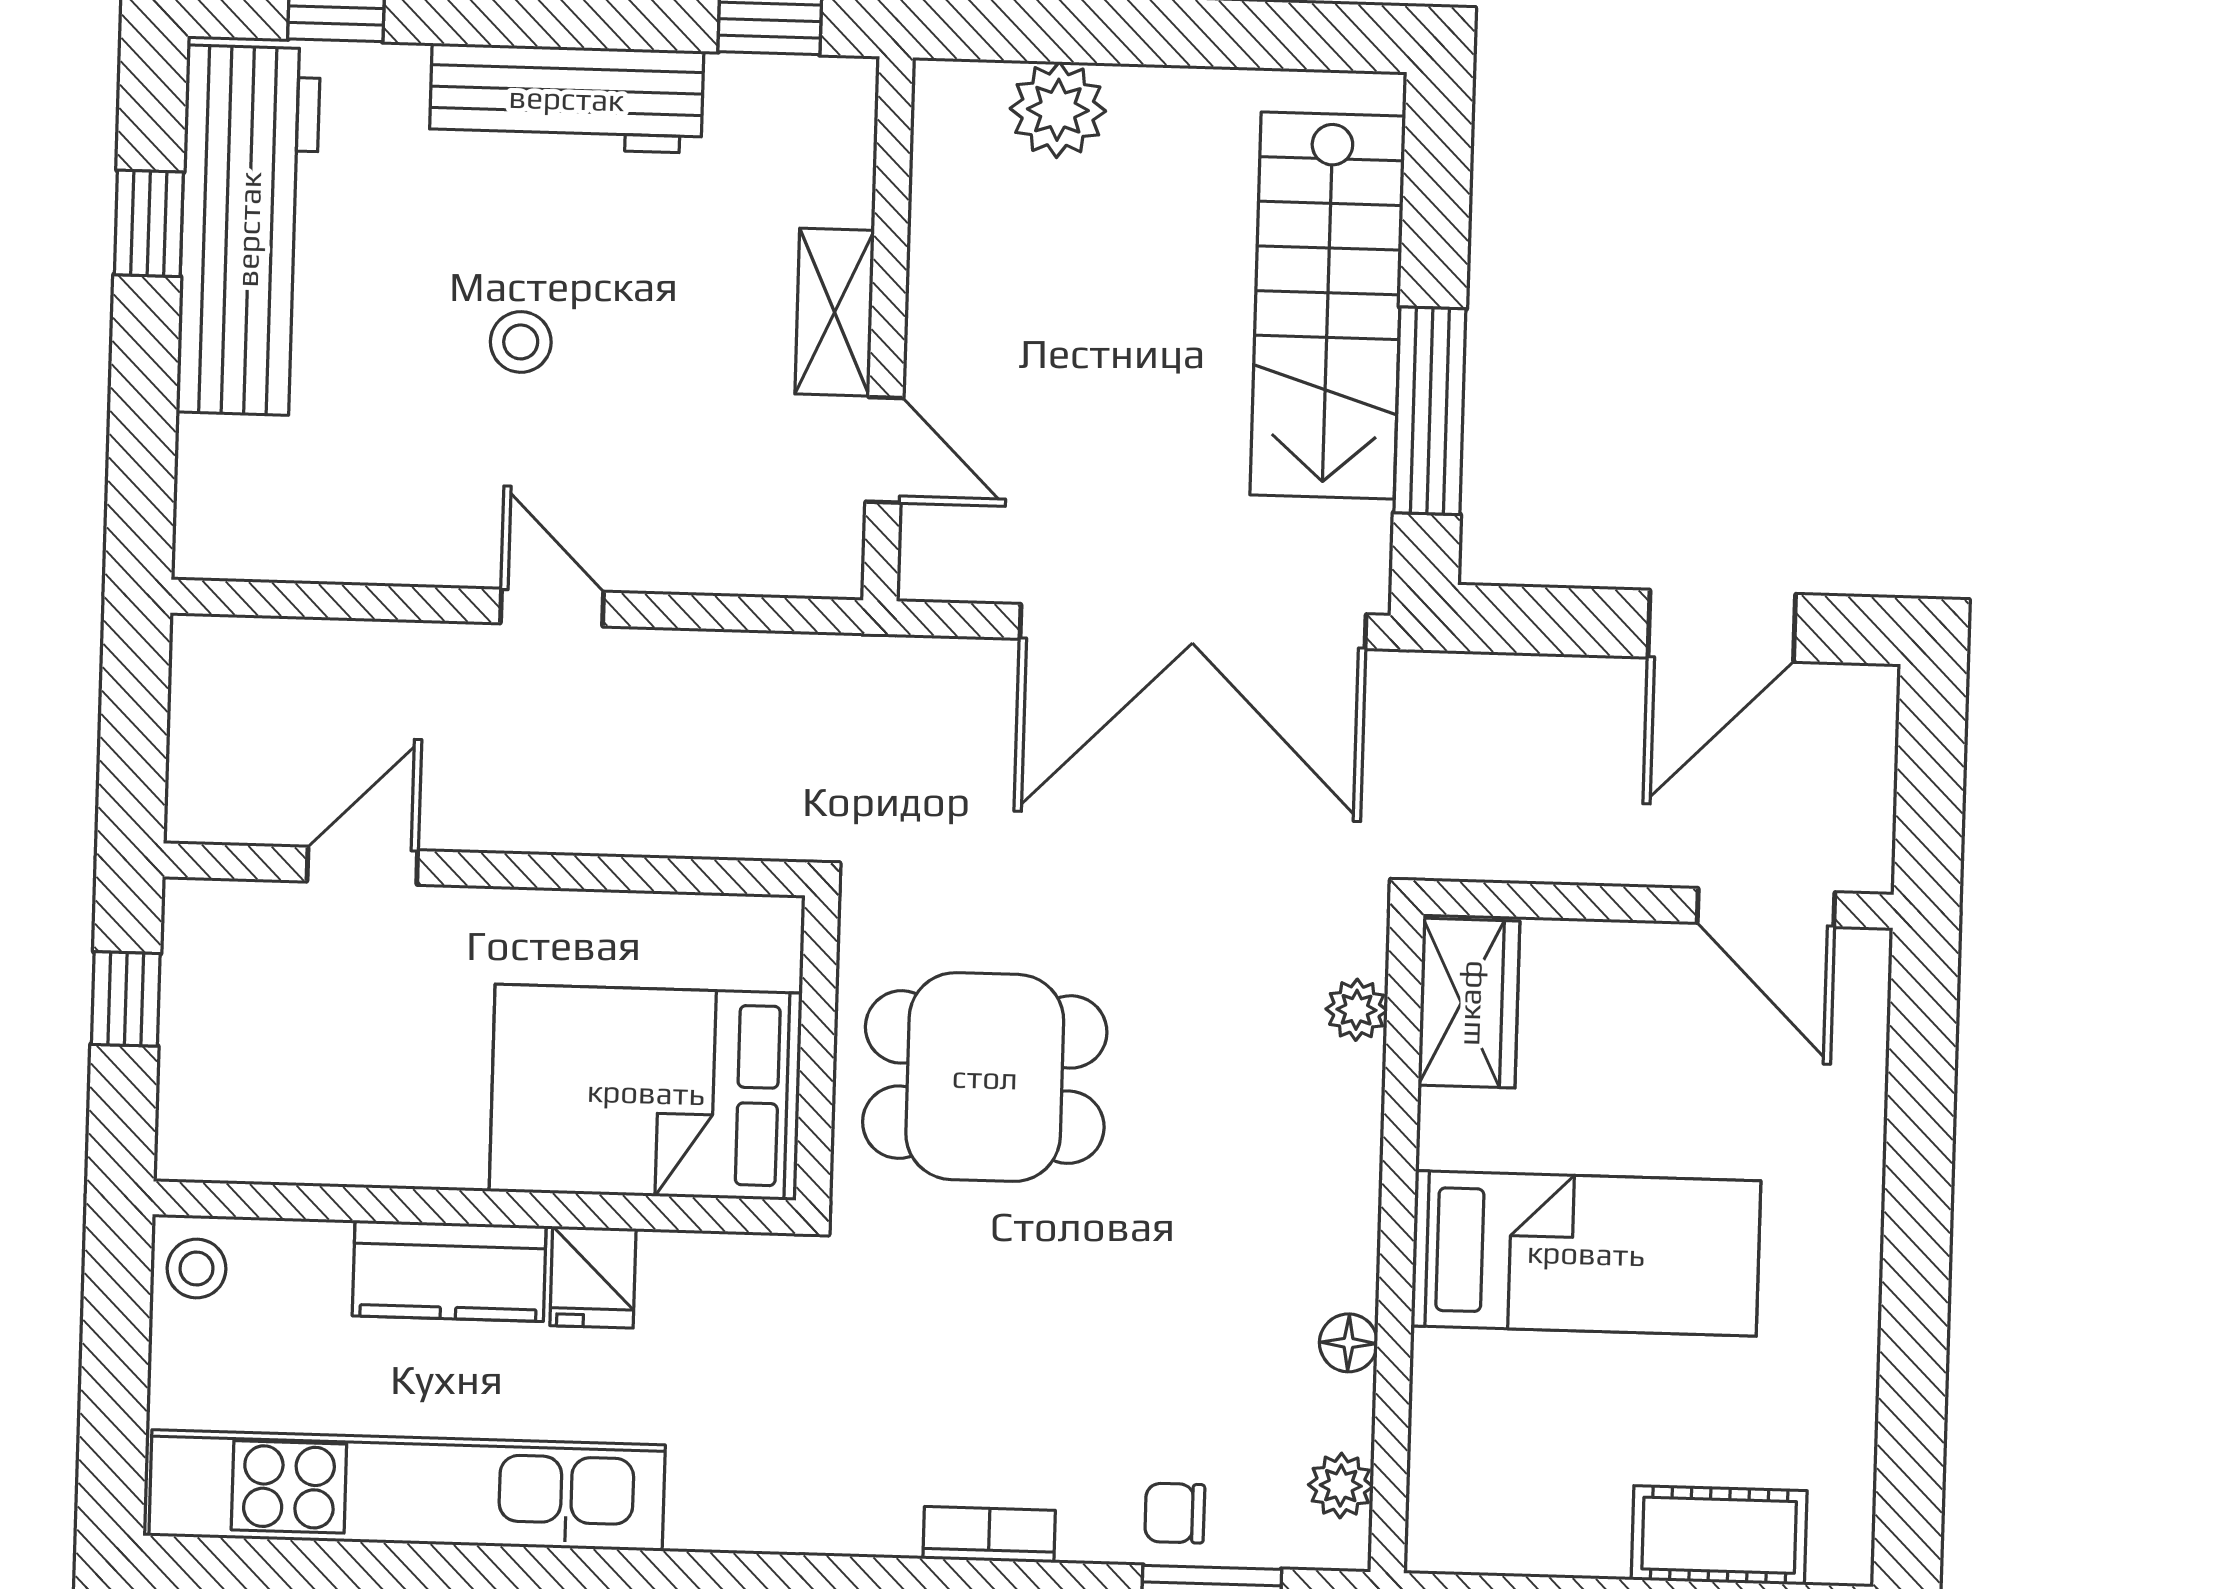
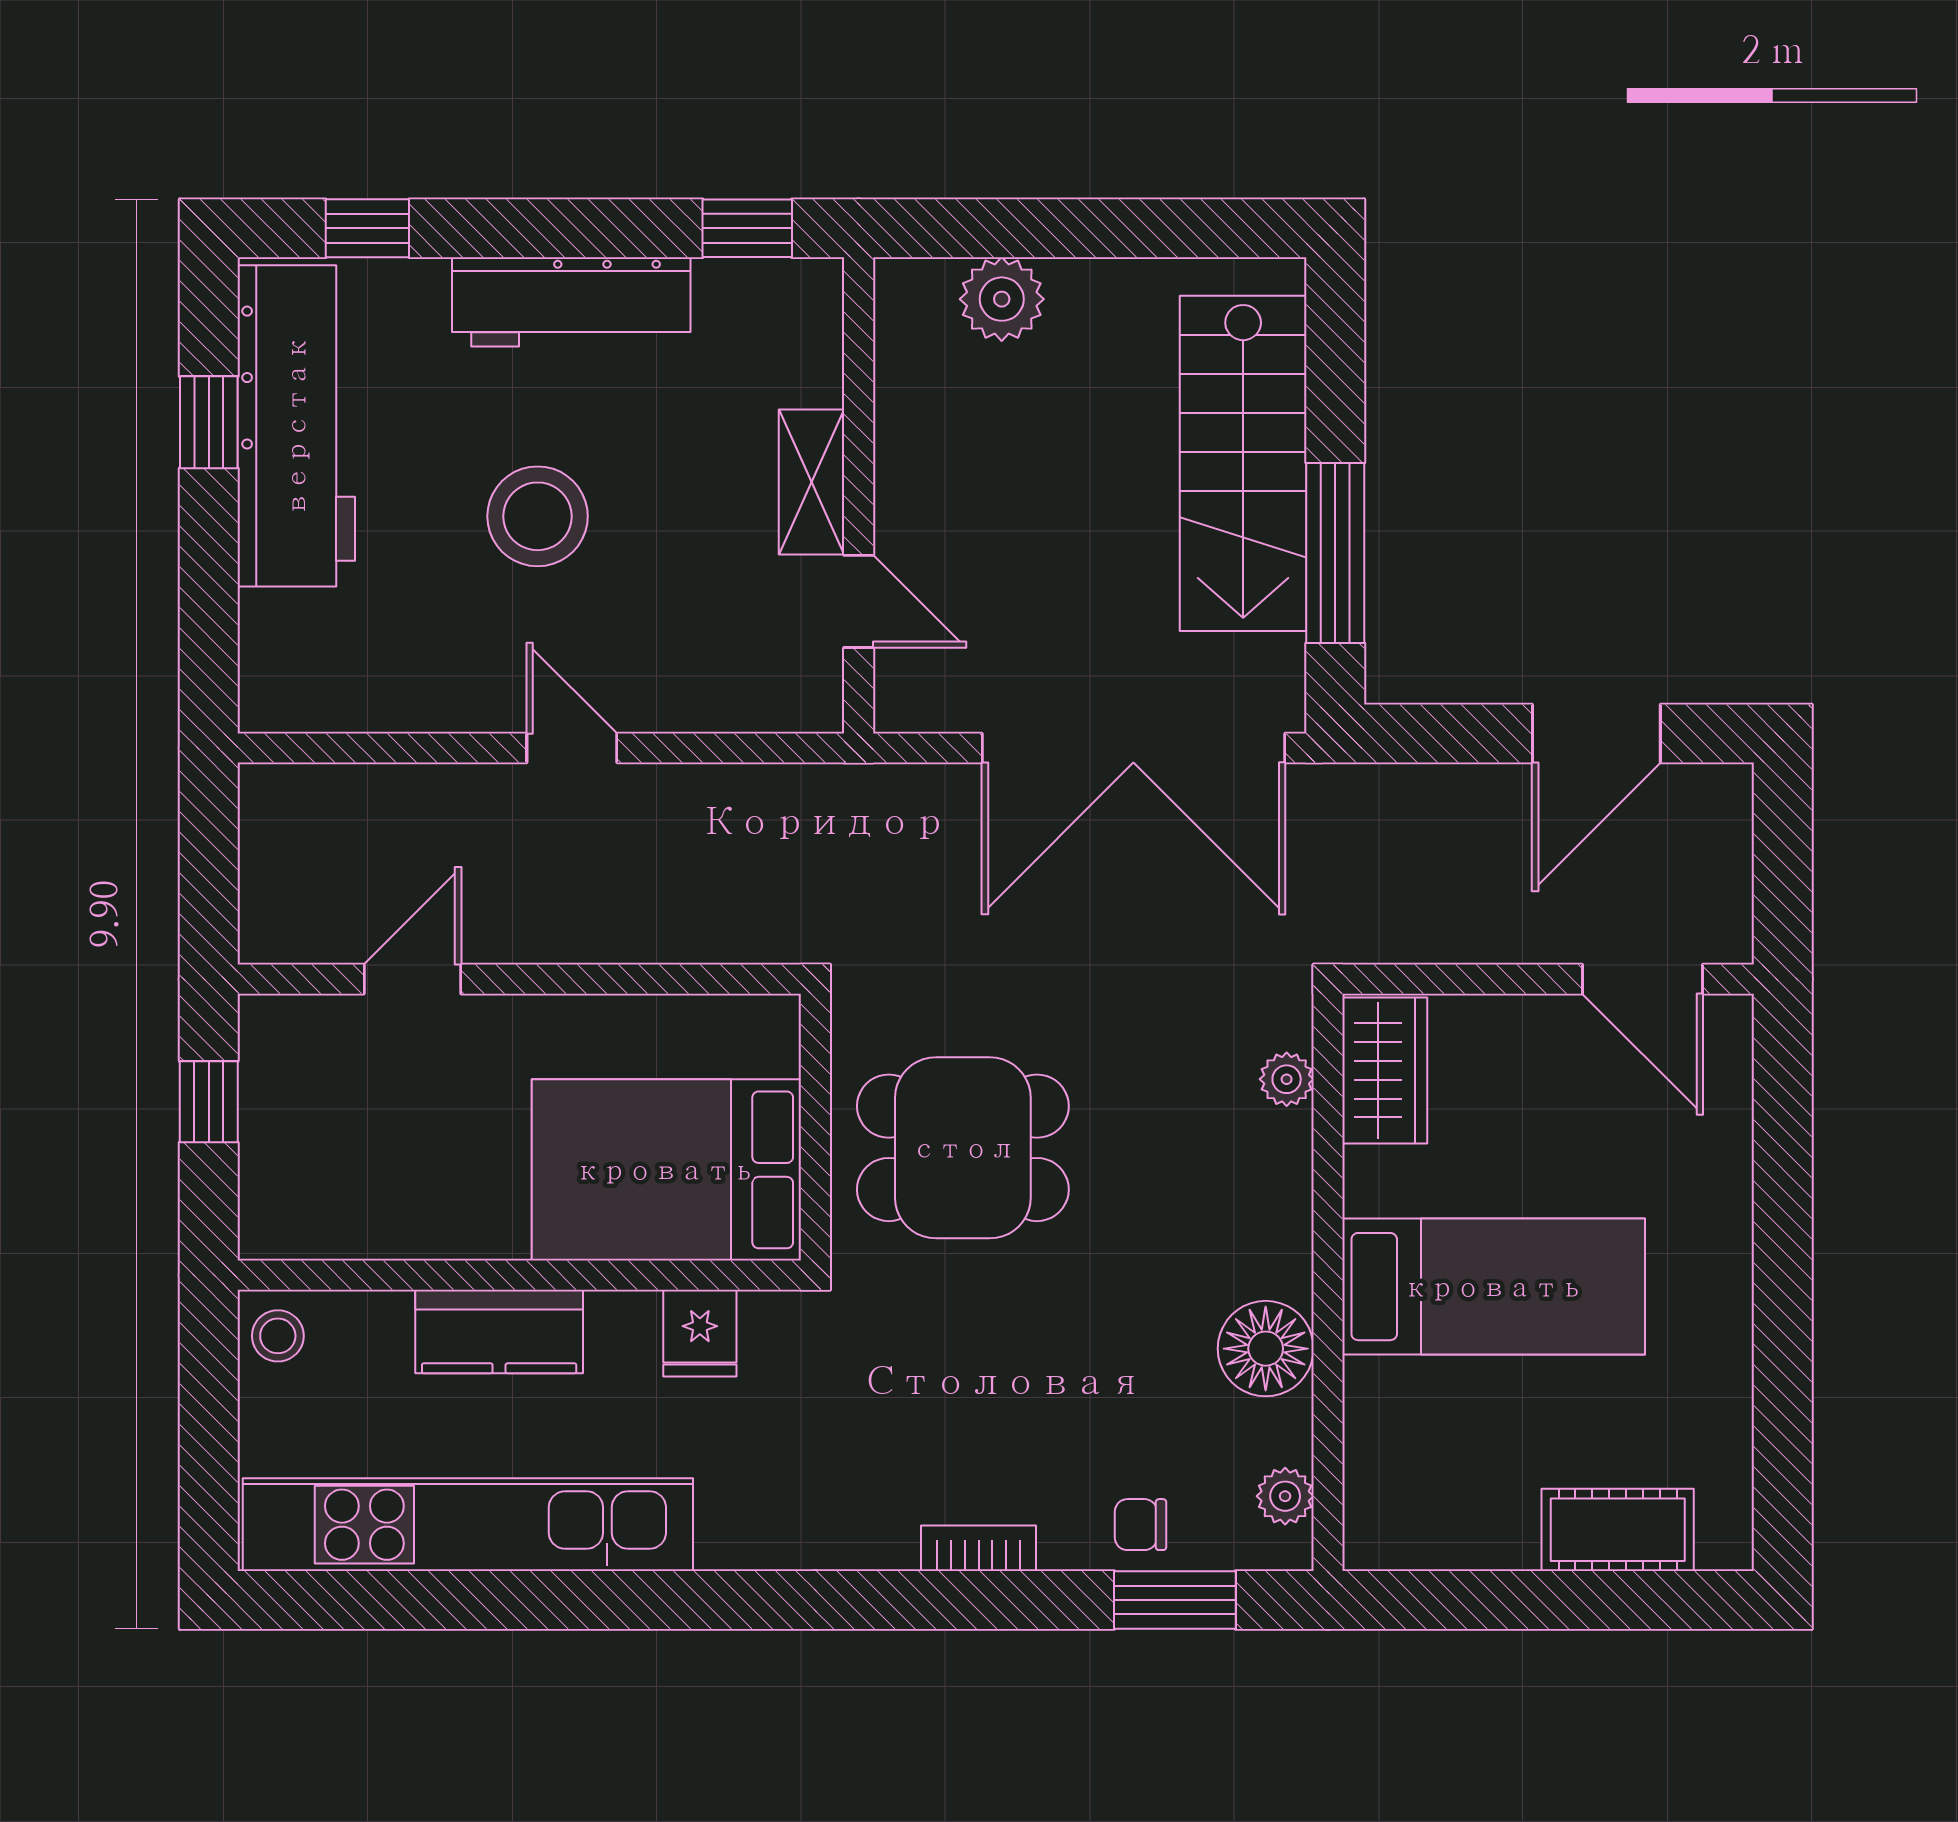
stool: (521, 342) -> (538, 516), width x1.89, depth x1.89
fridge: (593, 1277) -> (700, 1333), moved
floor lamp: (1348, 1343) -> (1266, 1349), width x1.89, depth x1.89

